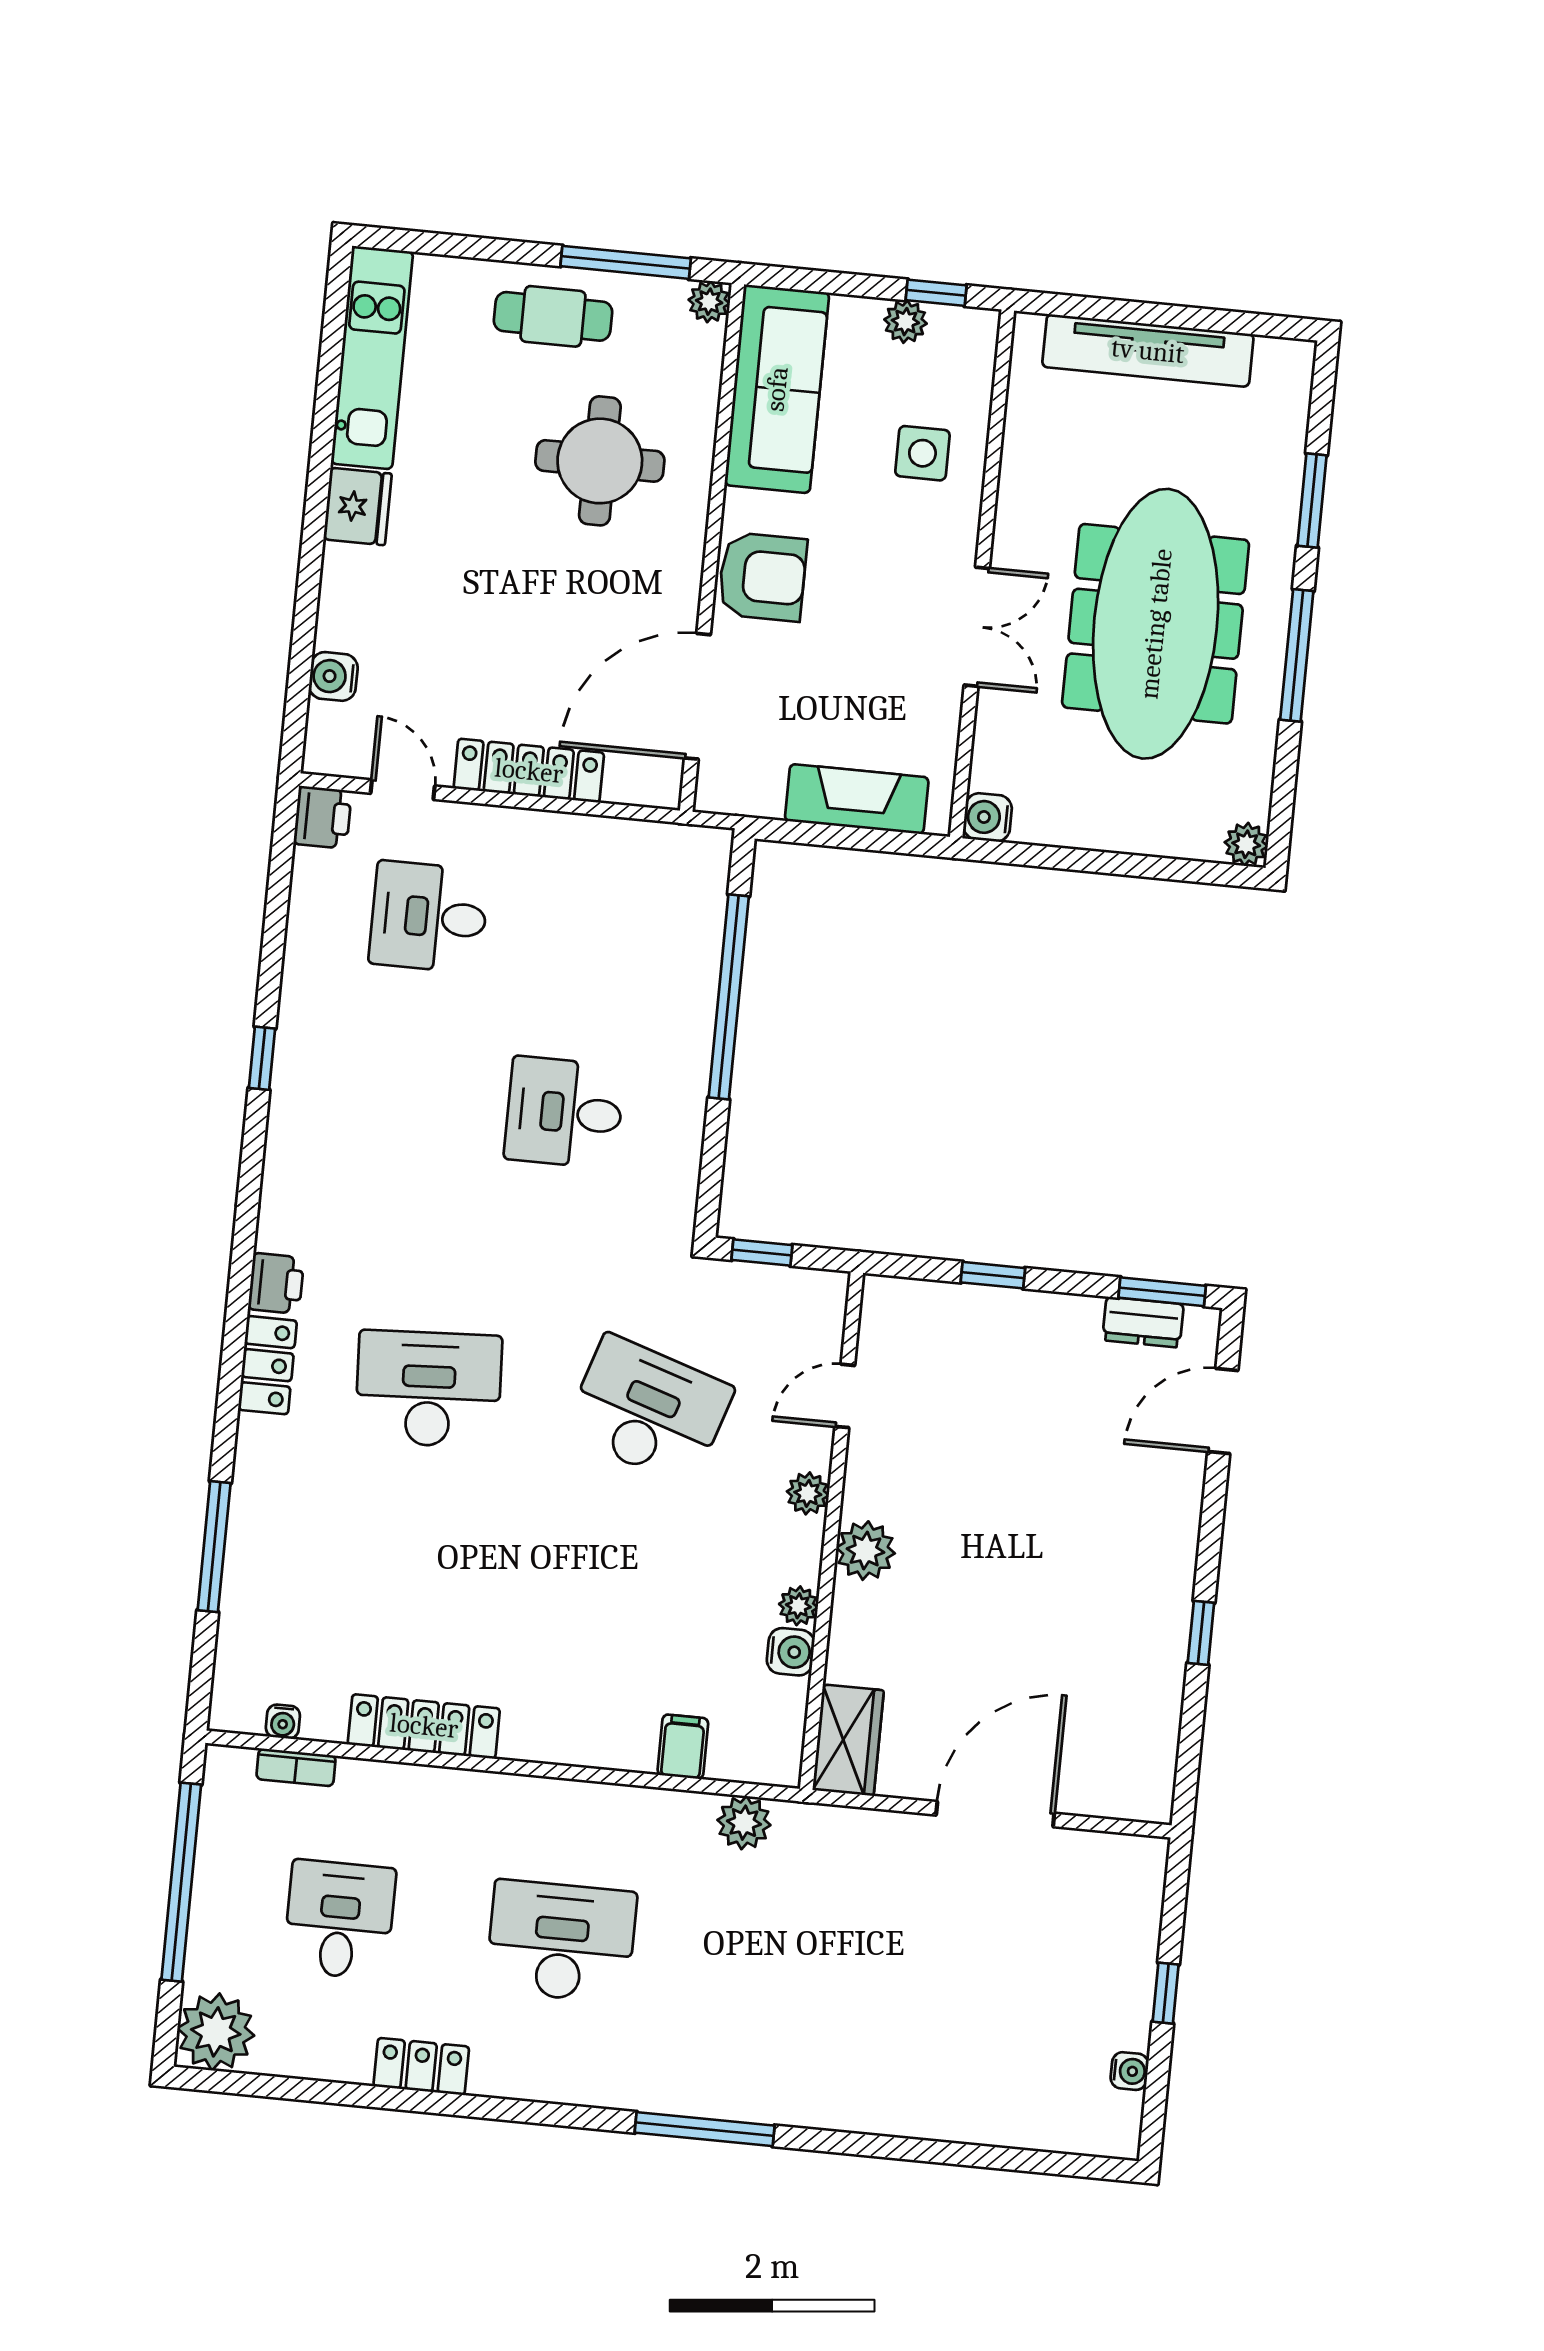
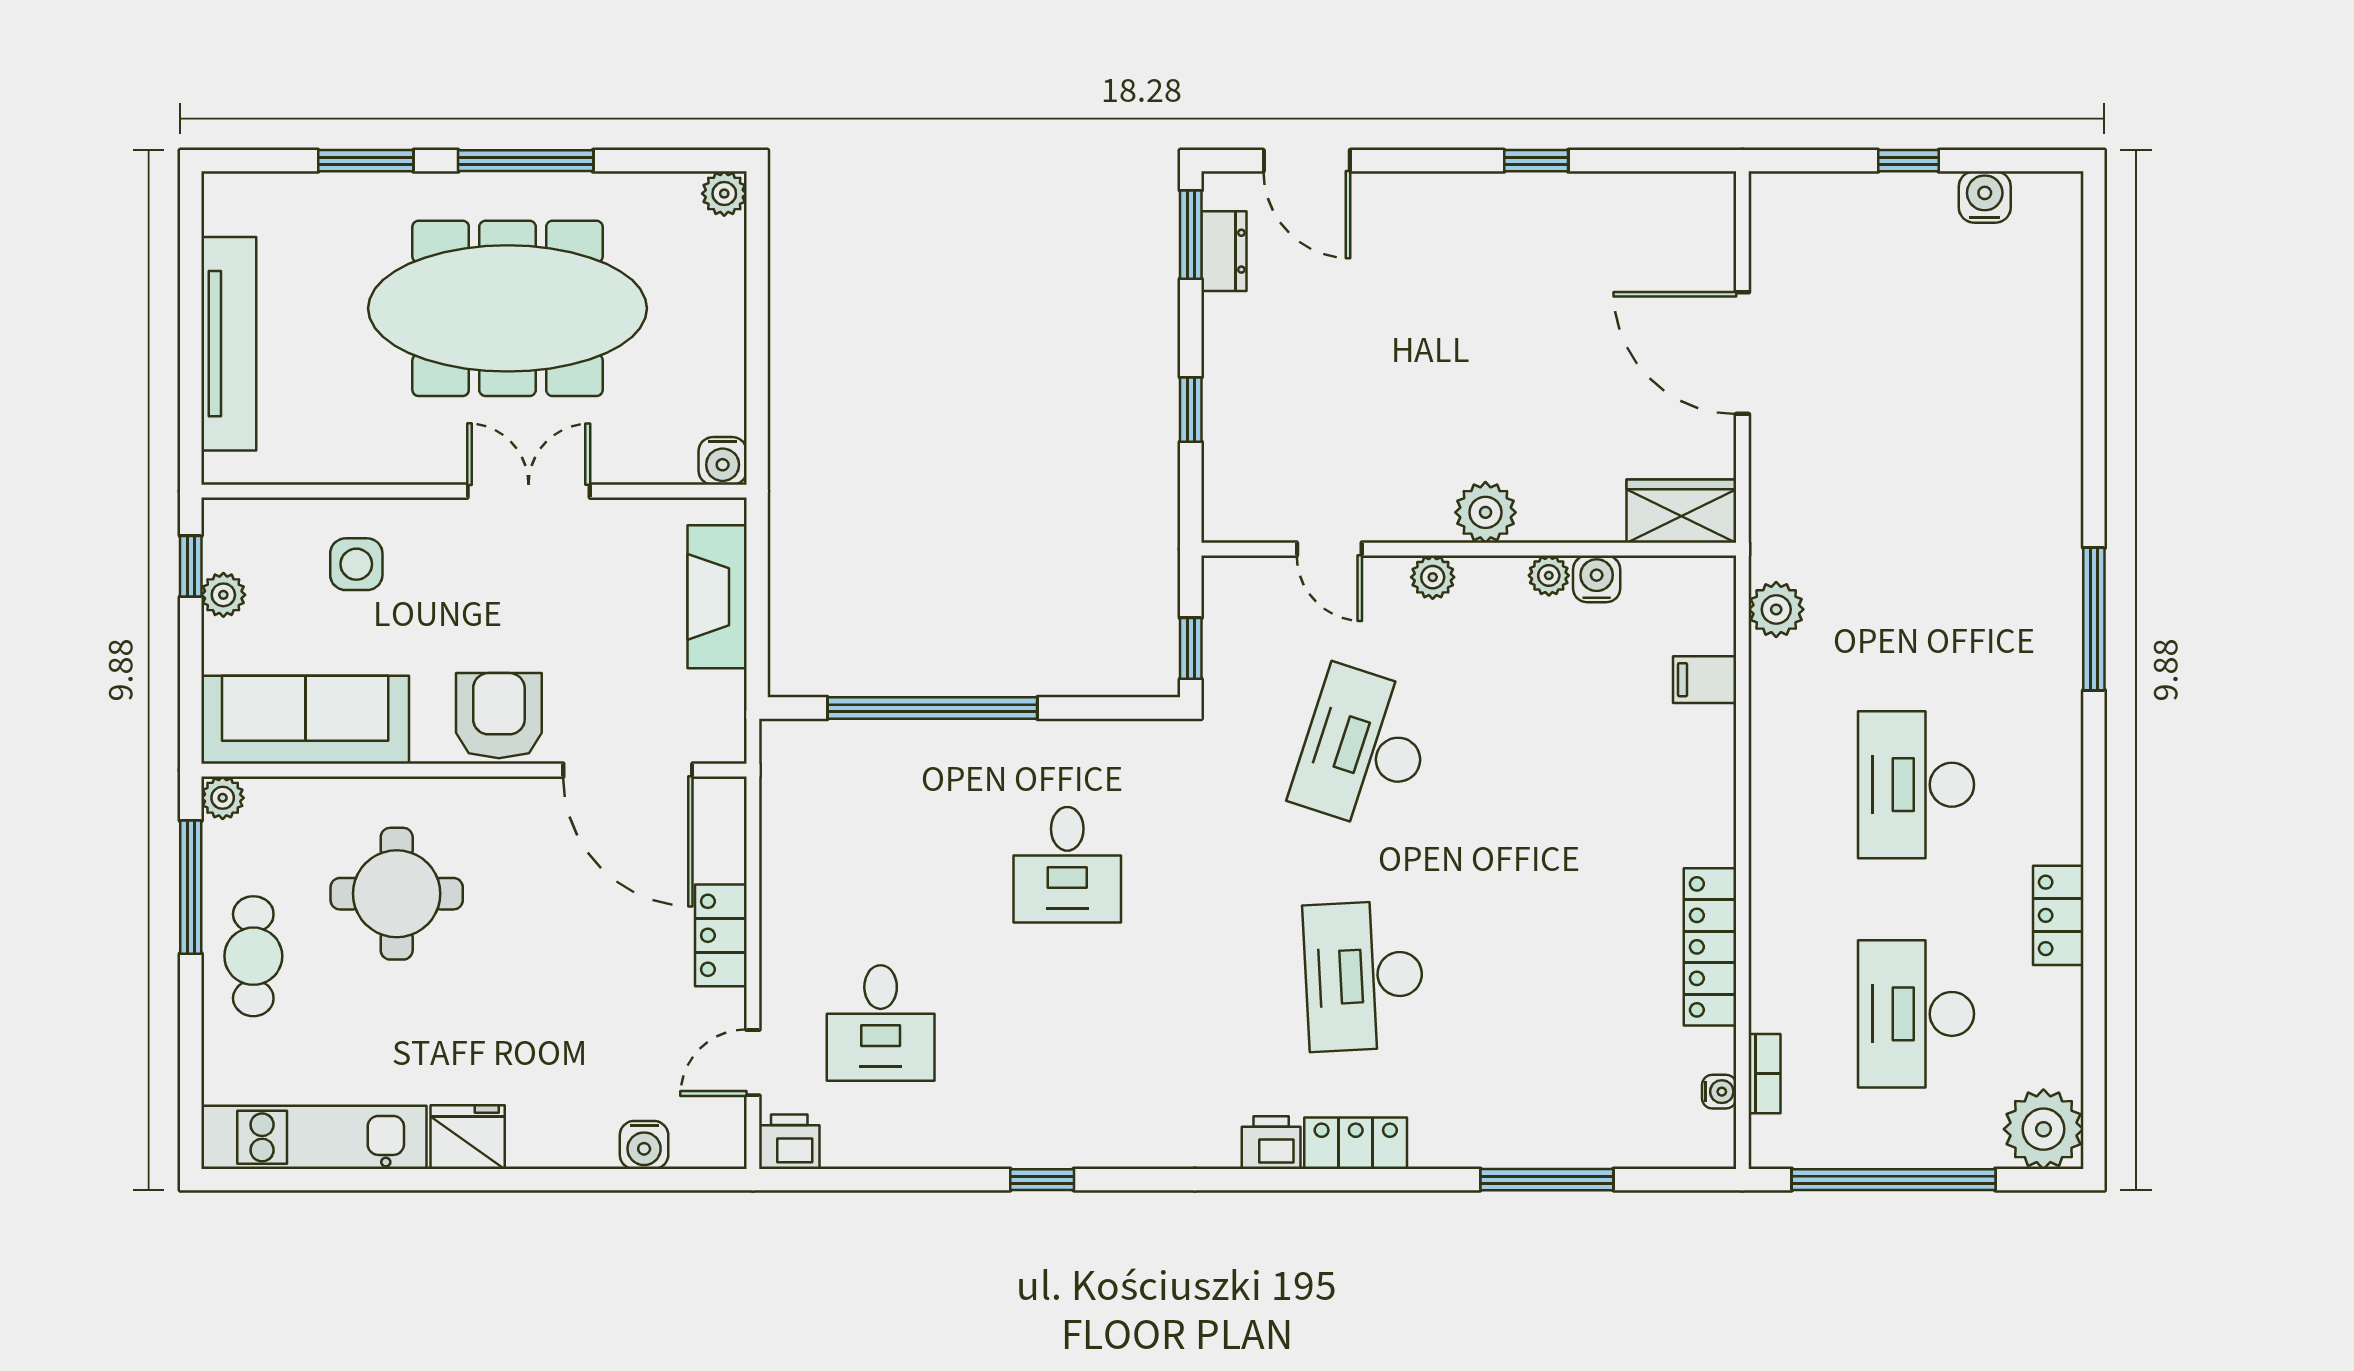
locker: (529, 771) -> (721, 935), width x0.66
desk: (339, 1920) -> (1916, 1014), width x1.37
water cooler: (1129, 2071) -> (1985, 197), width x1.38, depth x1.38

